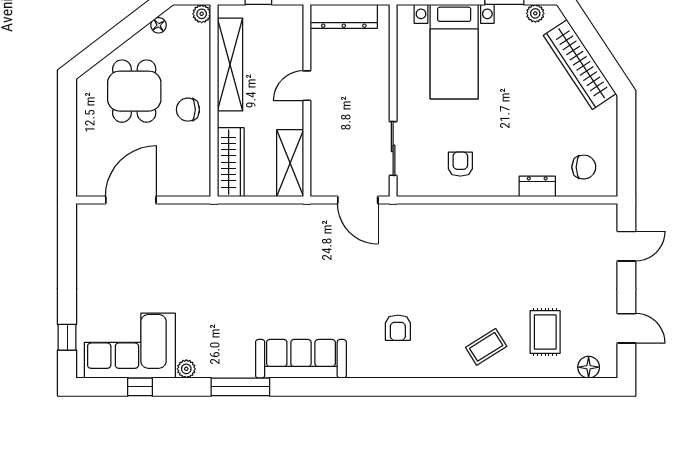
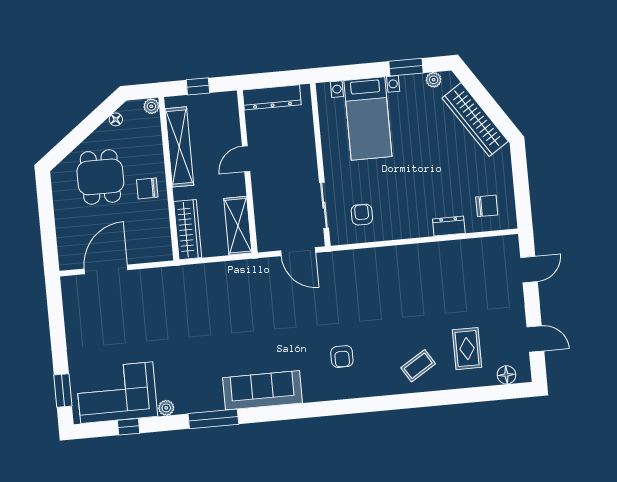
armchair: (460, 164) -> (362, 215), moved
window: (67, 337) -> (63, 391), width x1.50

